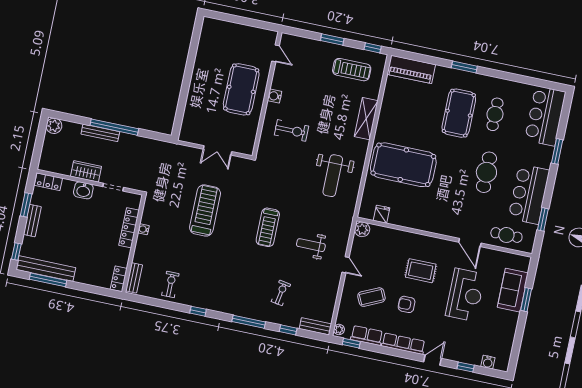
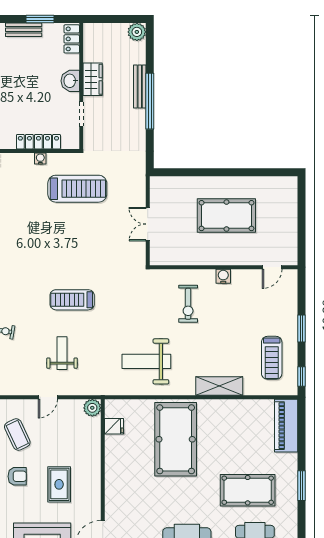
pool table: (241, 89) -> (226, 216), moved
treadmill: (205, 210) -> (77, 189), moved
armchair: (407, 304) -> (17, 476), turned 90

